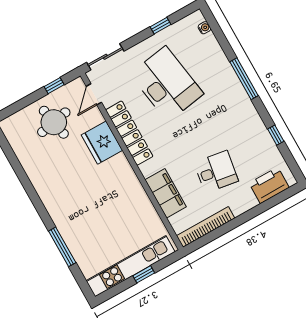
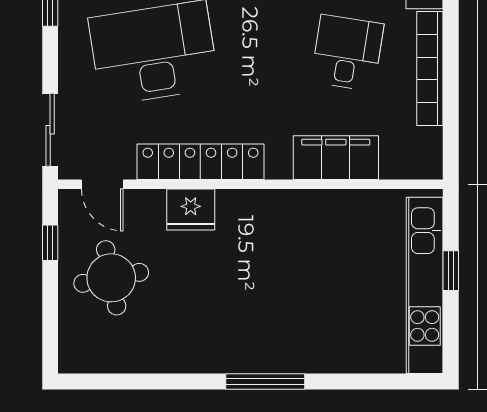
fridge: (102, 143) -> (191, 210), width x0.73, depth x0.75
bookcase: (206, 227) -> (430, 68), moved
window: (62, 247) -> (265, 381), moved

